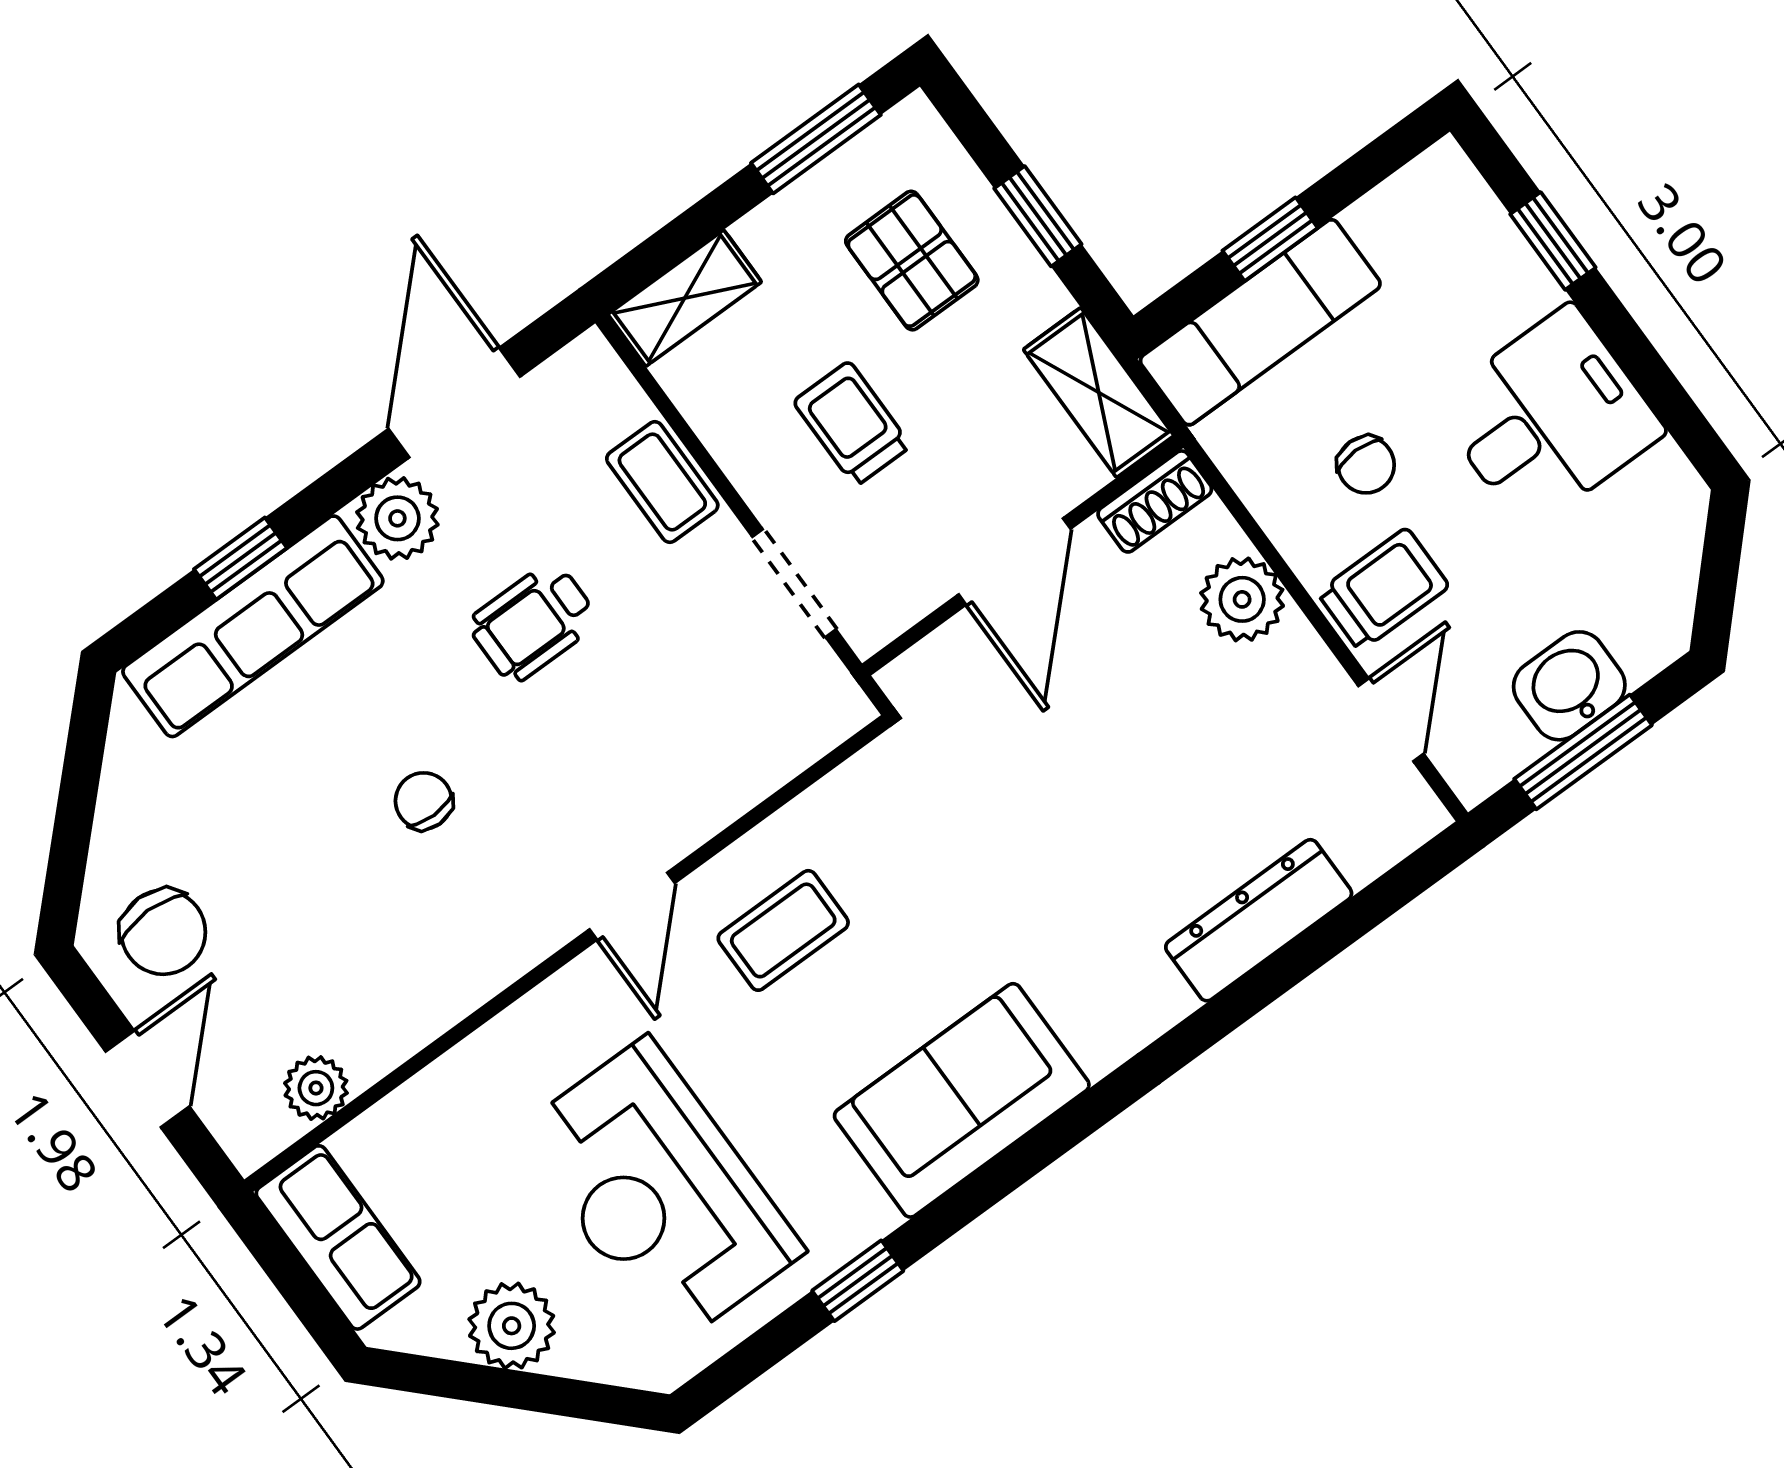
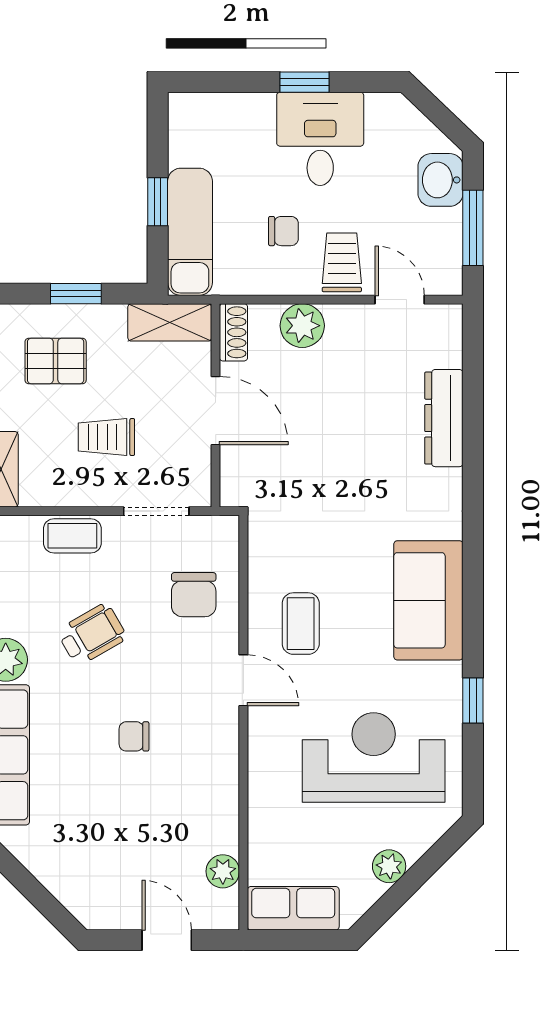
window: (1553, 241) -> (304, 82), moved
wheelchair: (533, 622) -> (92, 634), turned -120
washbasin: (1569, 686) -> (441, 180), moved
chair: (163, 932) -> (194, 595), moved, turned 90
reception desk: (659, 1192) -> (374, 757), turned 180
plant: (512, 1326) -> (389, 866), width x0.73, depth x0.73

